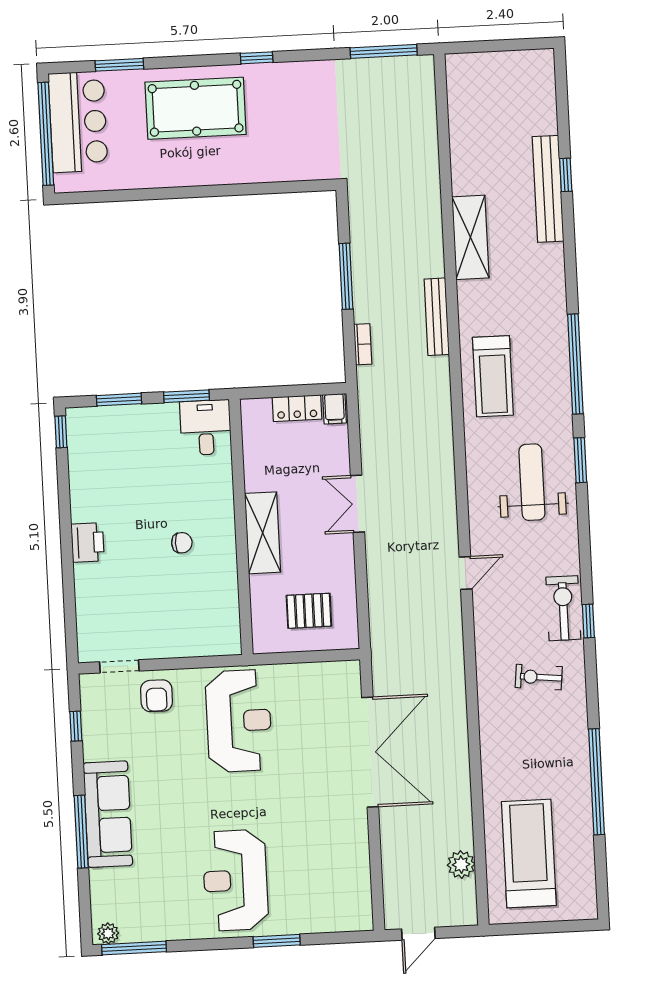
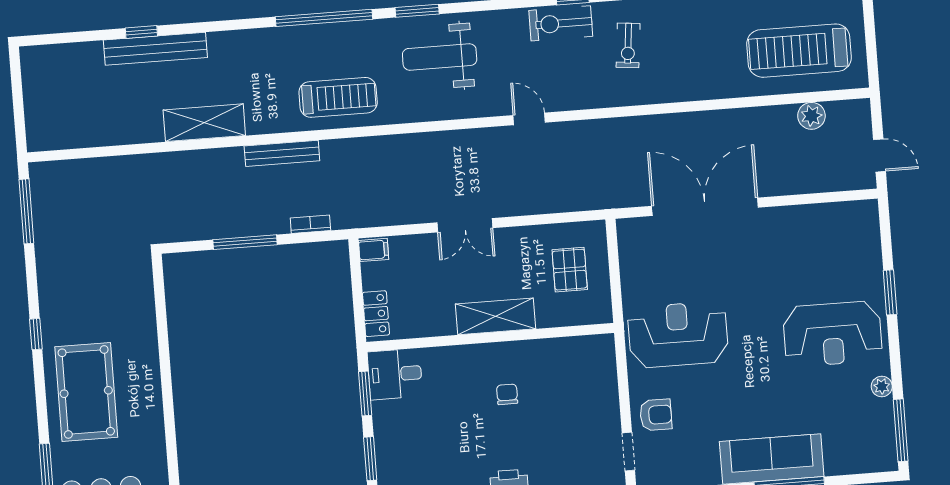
locker: (297, 408) -> (376, 314), moved
plant: (108, 933) -> (882, 386), moved

